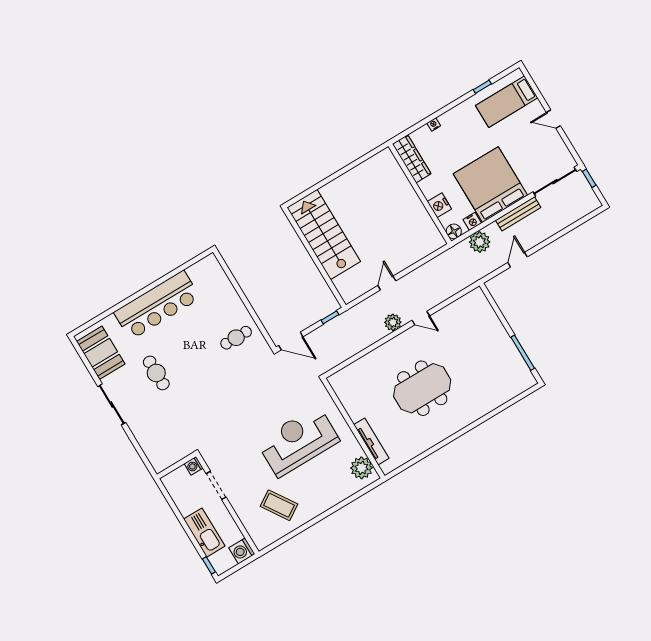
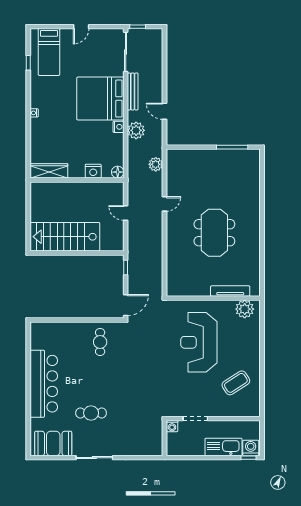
wardrobe: (412, 159) -> (49, 171), moved
wall: (420, 194) -> (77, 180), moved
nightstand: (439, 205) -> (93, 171), moved
floor lamp: (454, 231) -> (118, 172), moved
plant: (393, 322) -> (156, 164), moved
washing machine: (242, 551) -> (251, 448), moved, turned 180

